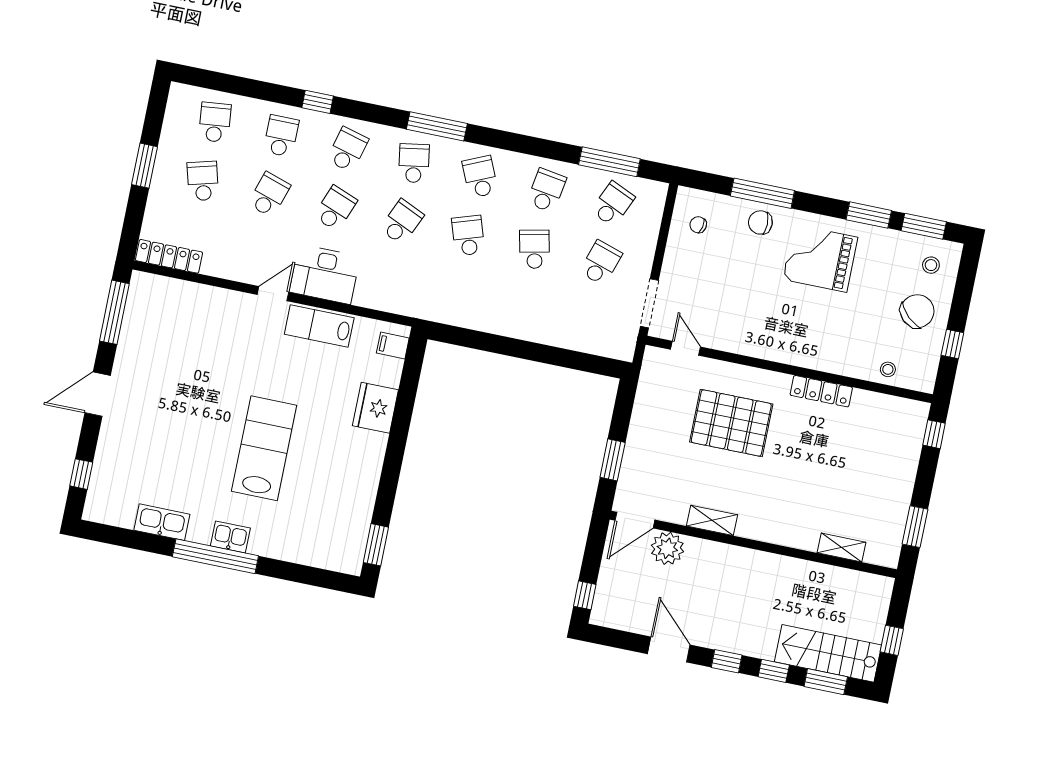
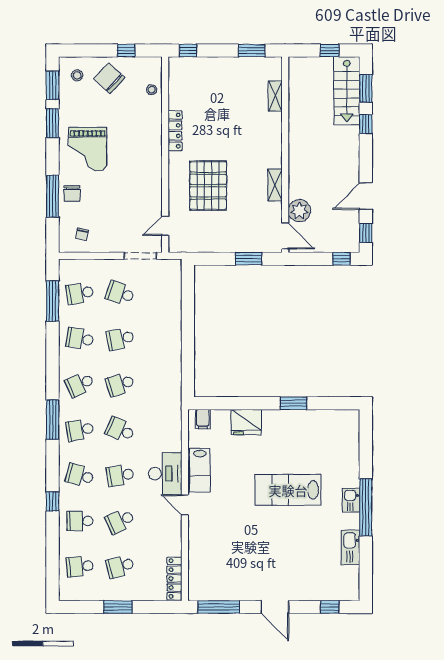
school desk: (269, 195) -> (120, 521), turned -42
school desk: (613, 204) -> (80, 293), turned -33
school desk: (335, 208) -> (120, 475), turned -30
window: (376, 545) -> (293, 403), moved
window: (727, 661) -> (366, 233), moved

